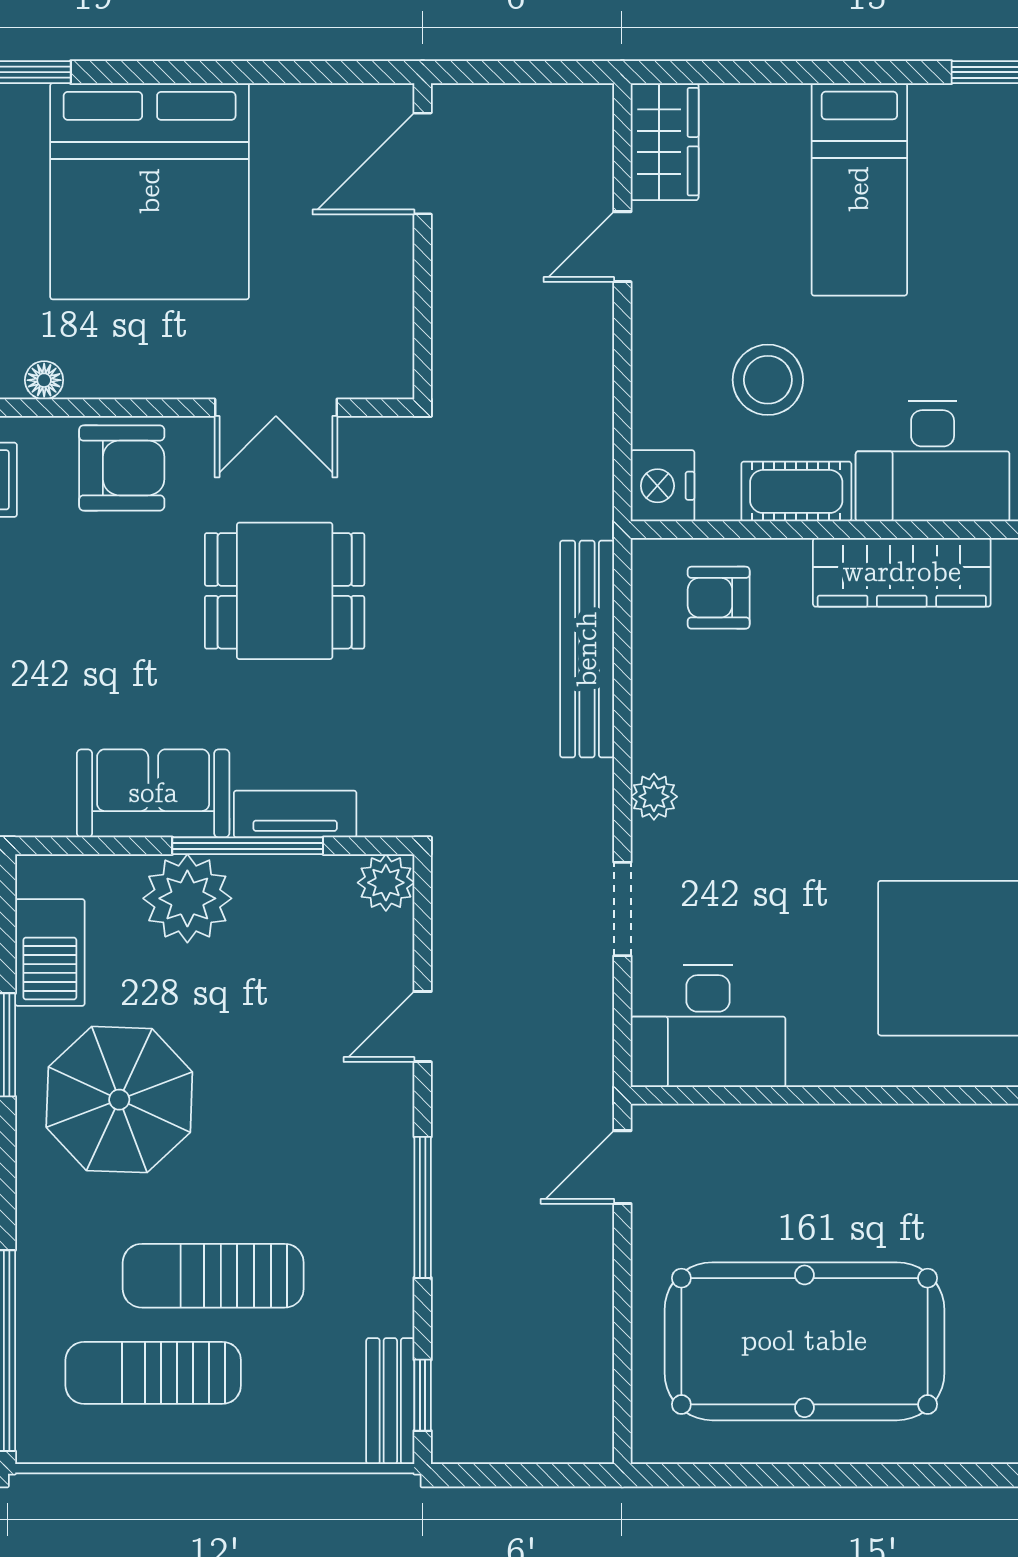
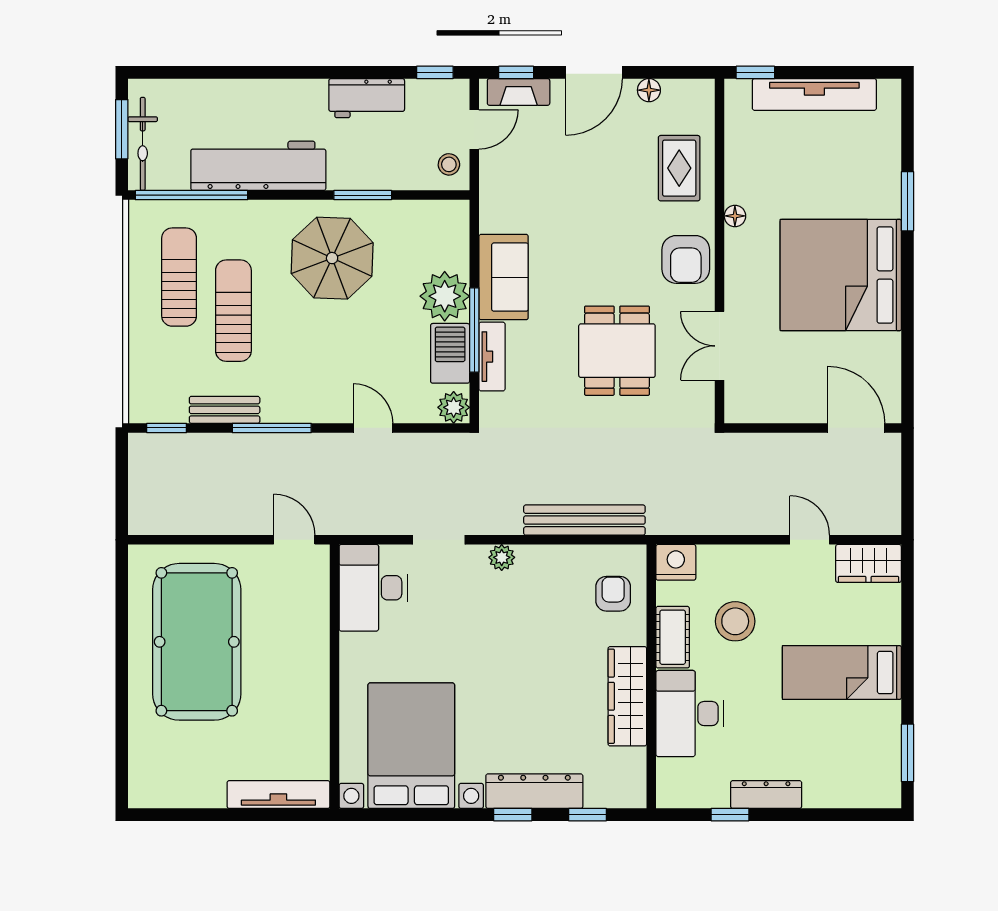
barbecue: (50, 953) -> (450, 353), moved, turned 90
bench: (390, 1401) -> (225, 410), moved

